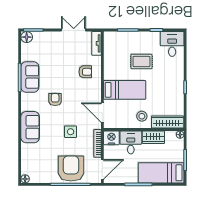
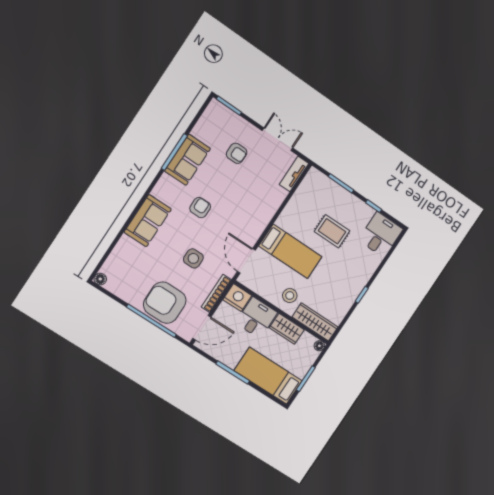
floor lamp: (27, 37) -> (215, 109), removed
armchair: (85, 72) -> (237, 153), moved
armchair: (71, 169) -> (165, 303), turned -90

